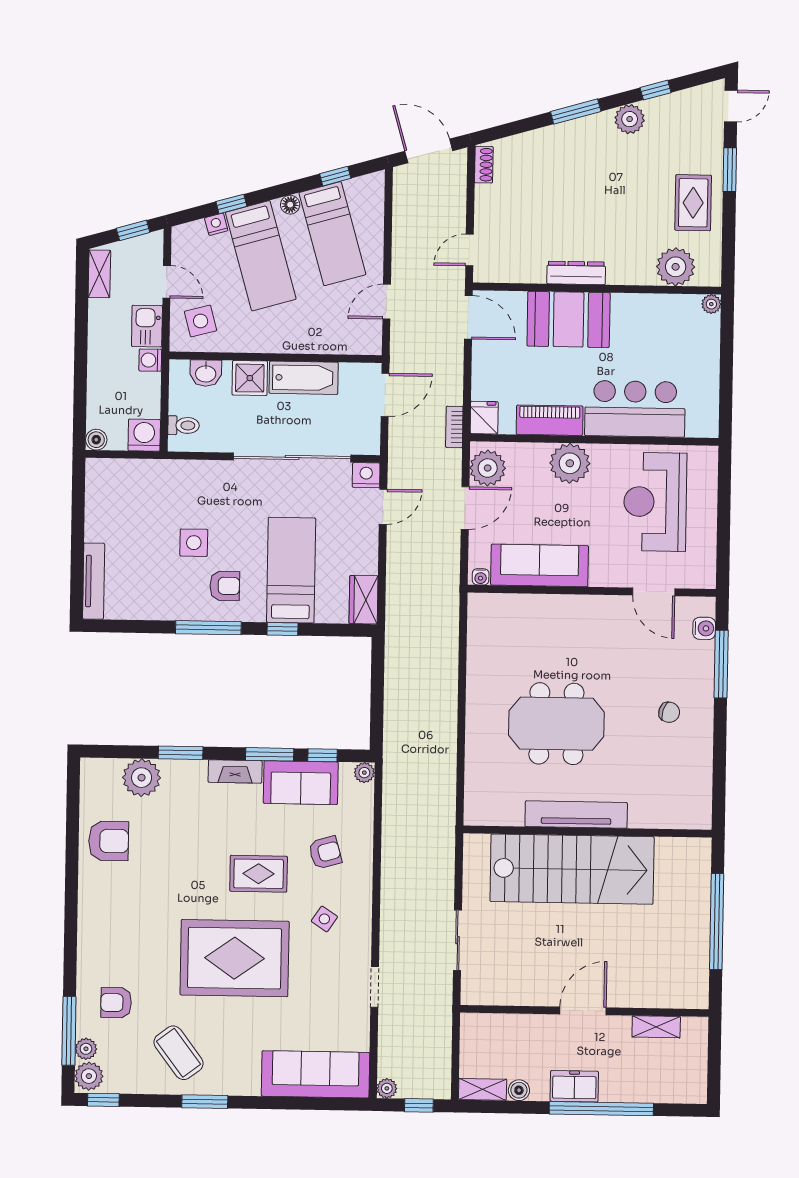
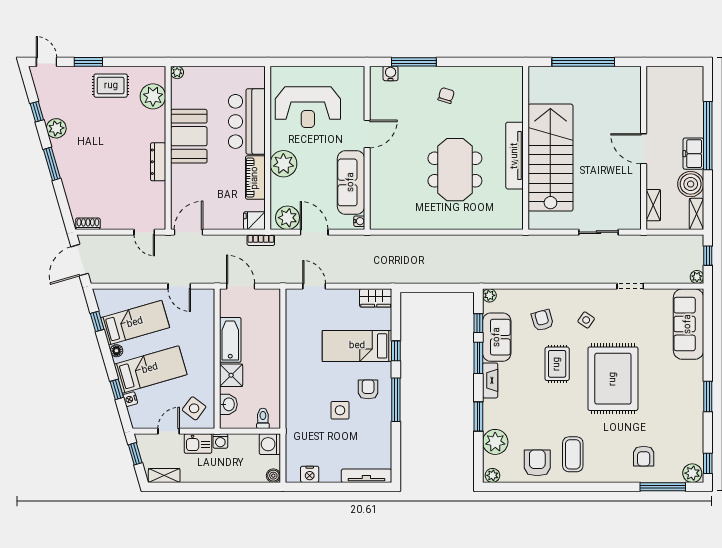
booth: (569, 319) -> (189, 136), moved
side table: (201, 321) -> (194, 408), turned -38
sliding door: (292, 457) -> (283, 346), removed
nightstand: (366, 475) -> (310, 474), moved, turned -90
door: (654, 592) -> (367, 134), moved
shelving: (656, 1027) -> (653, 205), moved
plant: (86, 1049) -> (492, 475), moved
coffee table: (178, 1053) -> (573, 454), moved, turned -53
boiler: (519, 1090) -> (691, 184), width x1.86, depth x1.86

